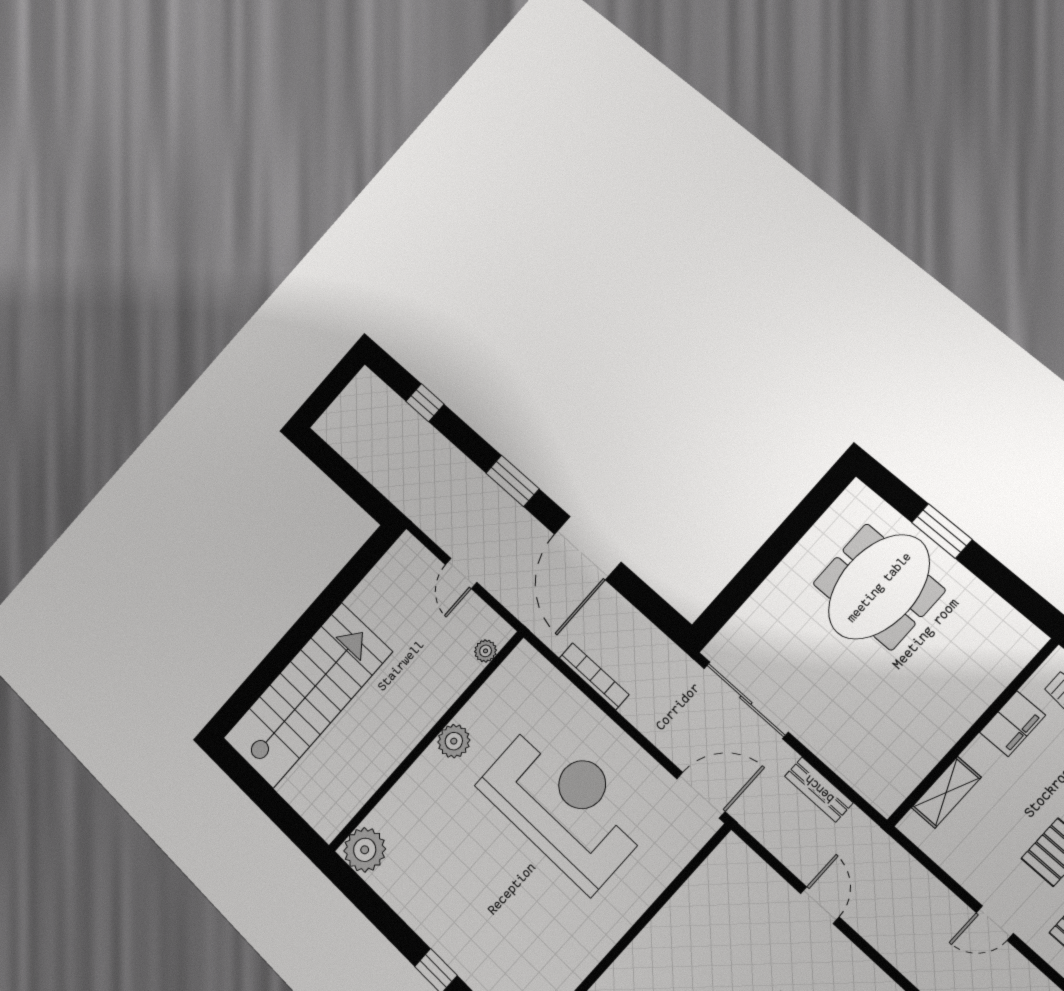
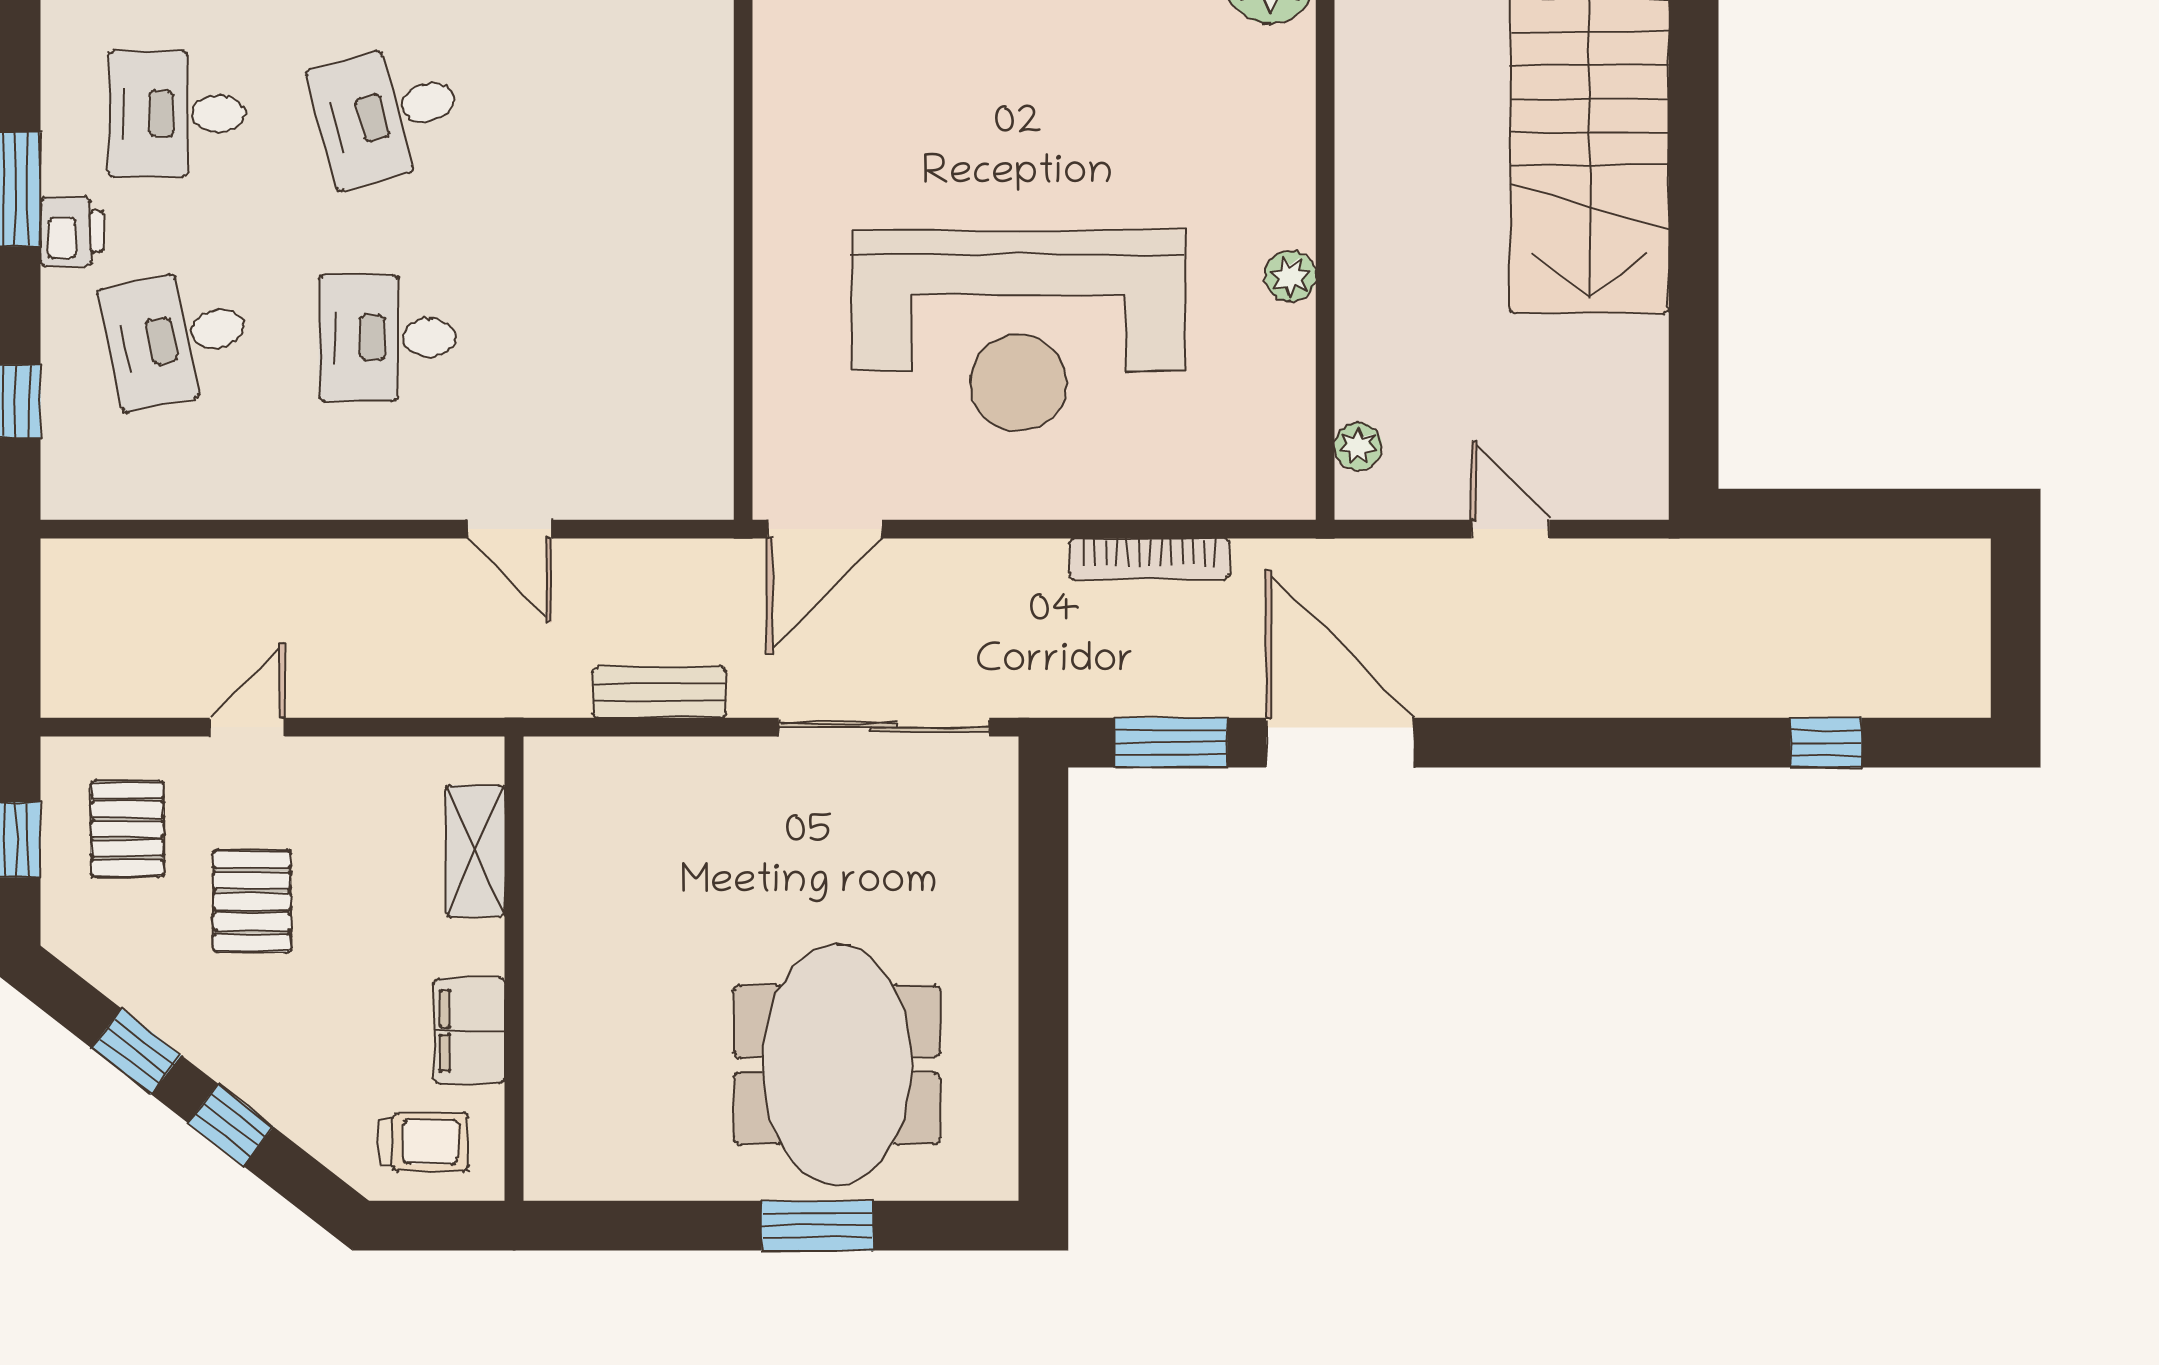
window: (512, 481) -> (1171, 743), moved
plant: (454, 741) -> (1290, 276), width x0.73, depth x0.73

